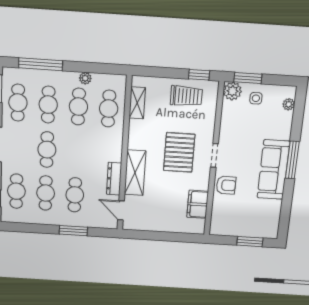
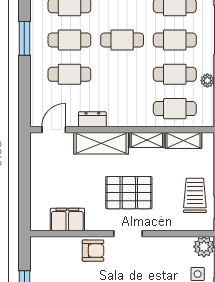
trolley: (186, 96) -> (195, 195), turned 180
shelving: (135, 134) -> (147, 140), added
dresser: (114, 179) -> (92, 119), width x0.70
armchair: (226, 185) -> (93, 251), turned -90
window: (73, 231) -> (24, 38), moved

